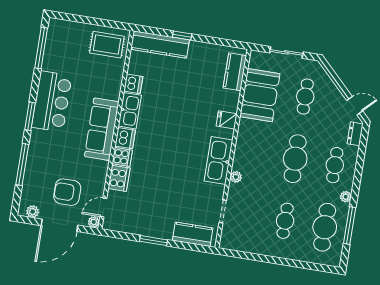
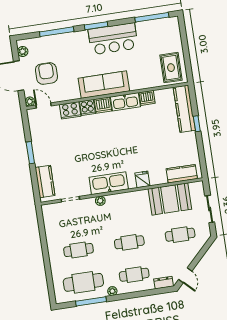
cafe table: (295, 159) -> (129, 242), width x0.73, depth x0.74

